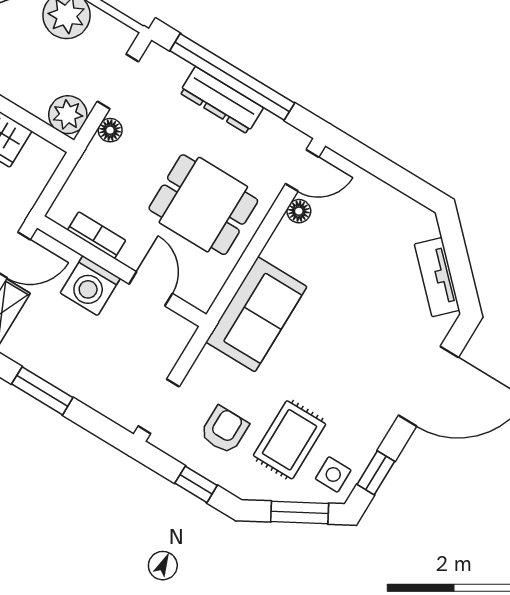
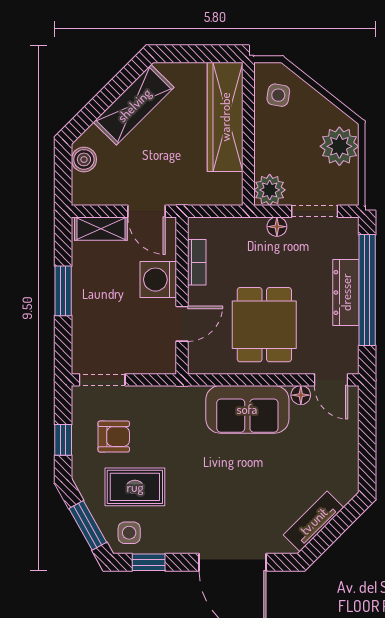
sofa: (256, 314) -> (247, 409), moved

